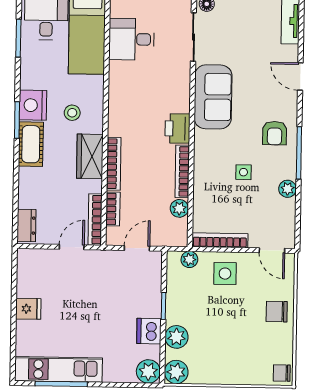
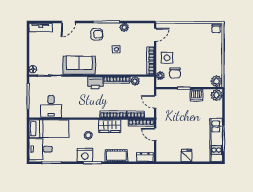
cot: (31, 144) -> (116, 156), moved
chair: (277, 312) -> (175, 73), moved
plant: (176, 337) -> (199, 81), removed

